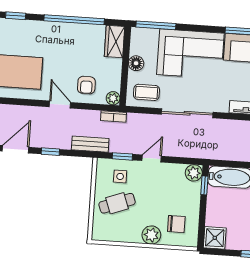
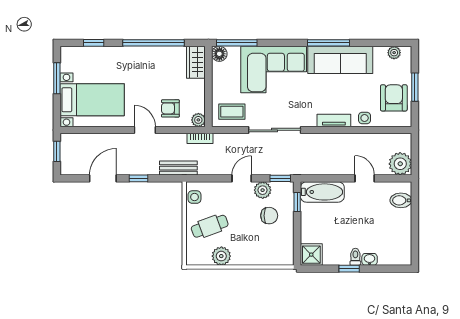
floor lamp: (136, 63) -> (219, 54), moved
armchair: (86, 85) -> (170, 108), turned 90
window: (122, 156) -> (280, 178), moved
plant: (194, 173) -> (263, 190), moved
side table: (120, 176) -> (194, 197), moved
chair: (176, 224) -> (269, 216), moved
plant: (151, 235) -> (221, 256), moved

